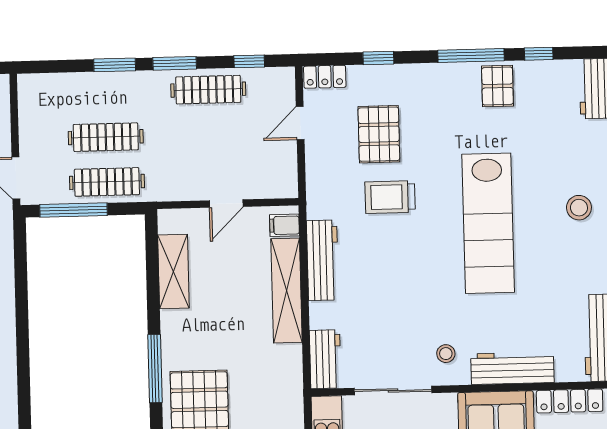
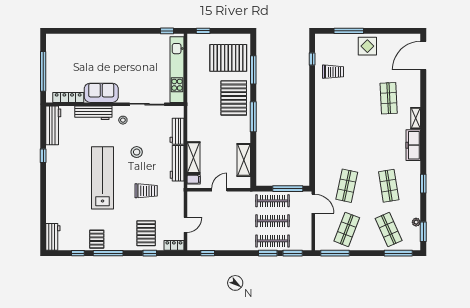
window: (175, 63) -> (293, 253), moved
clothes rail: (208, 90) -> (273, 241), moved
pallet: (379, 134) -> (146, 233), moved
stool: (579, 208) -> (137, 152), moved
shelving: (287, 290) -> (193, 158), width x0.68
workbench: (325, 359) -> (177, 131), moved

